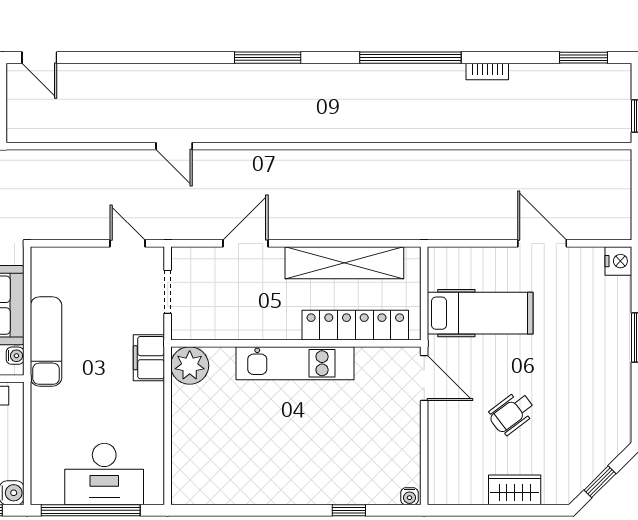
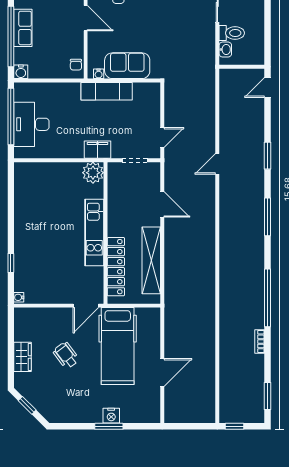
window: (160, 58) -> (268, 156), added
nightstand: (618, 261) -> (111, 416), moved
hospital bed: (480, 313) -> (118, 346), width x1.37, depth x1.29

